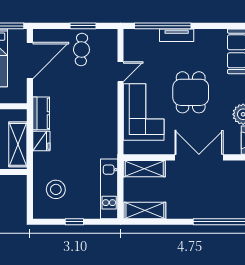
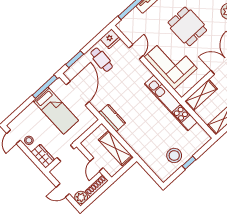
window: (83, 26) -> (75, 59), moved
fridge: (41, 141) -> (110, 39), moved, turned 90
stool: (56, 189) -> (174, 155), moved
kitchen unit: (109, 189) -> (171, 103), moved, width x1.36

